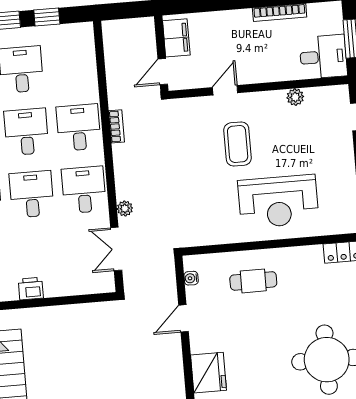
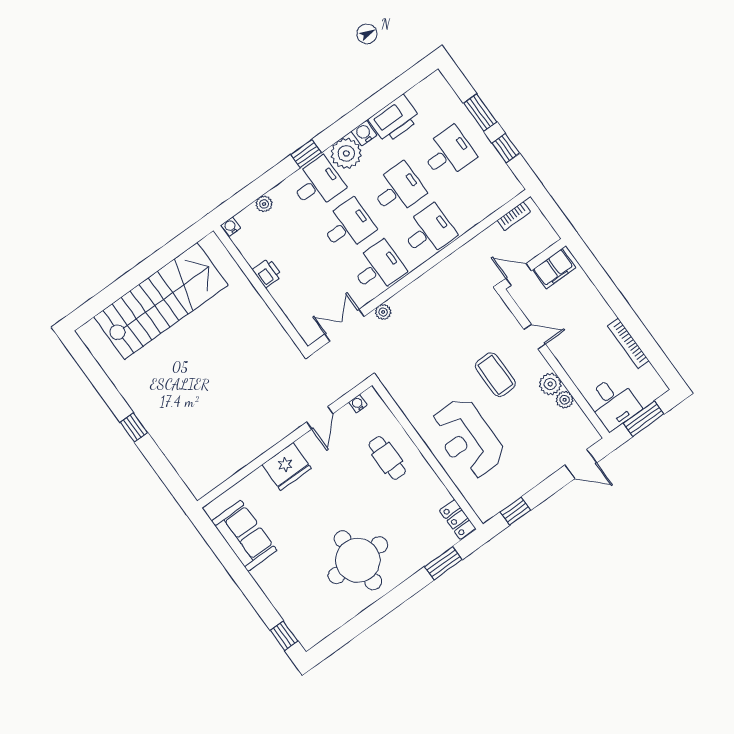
plant: (274, 101) -> (550, 384), added
bookcase: (117, 126) -> (514, 216), moved
coffee table: (238, 144) -> (495, 375), turned 90
door: (184, 318) -> (320, 418), swing flipped

